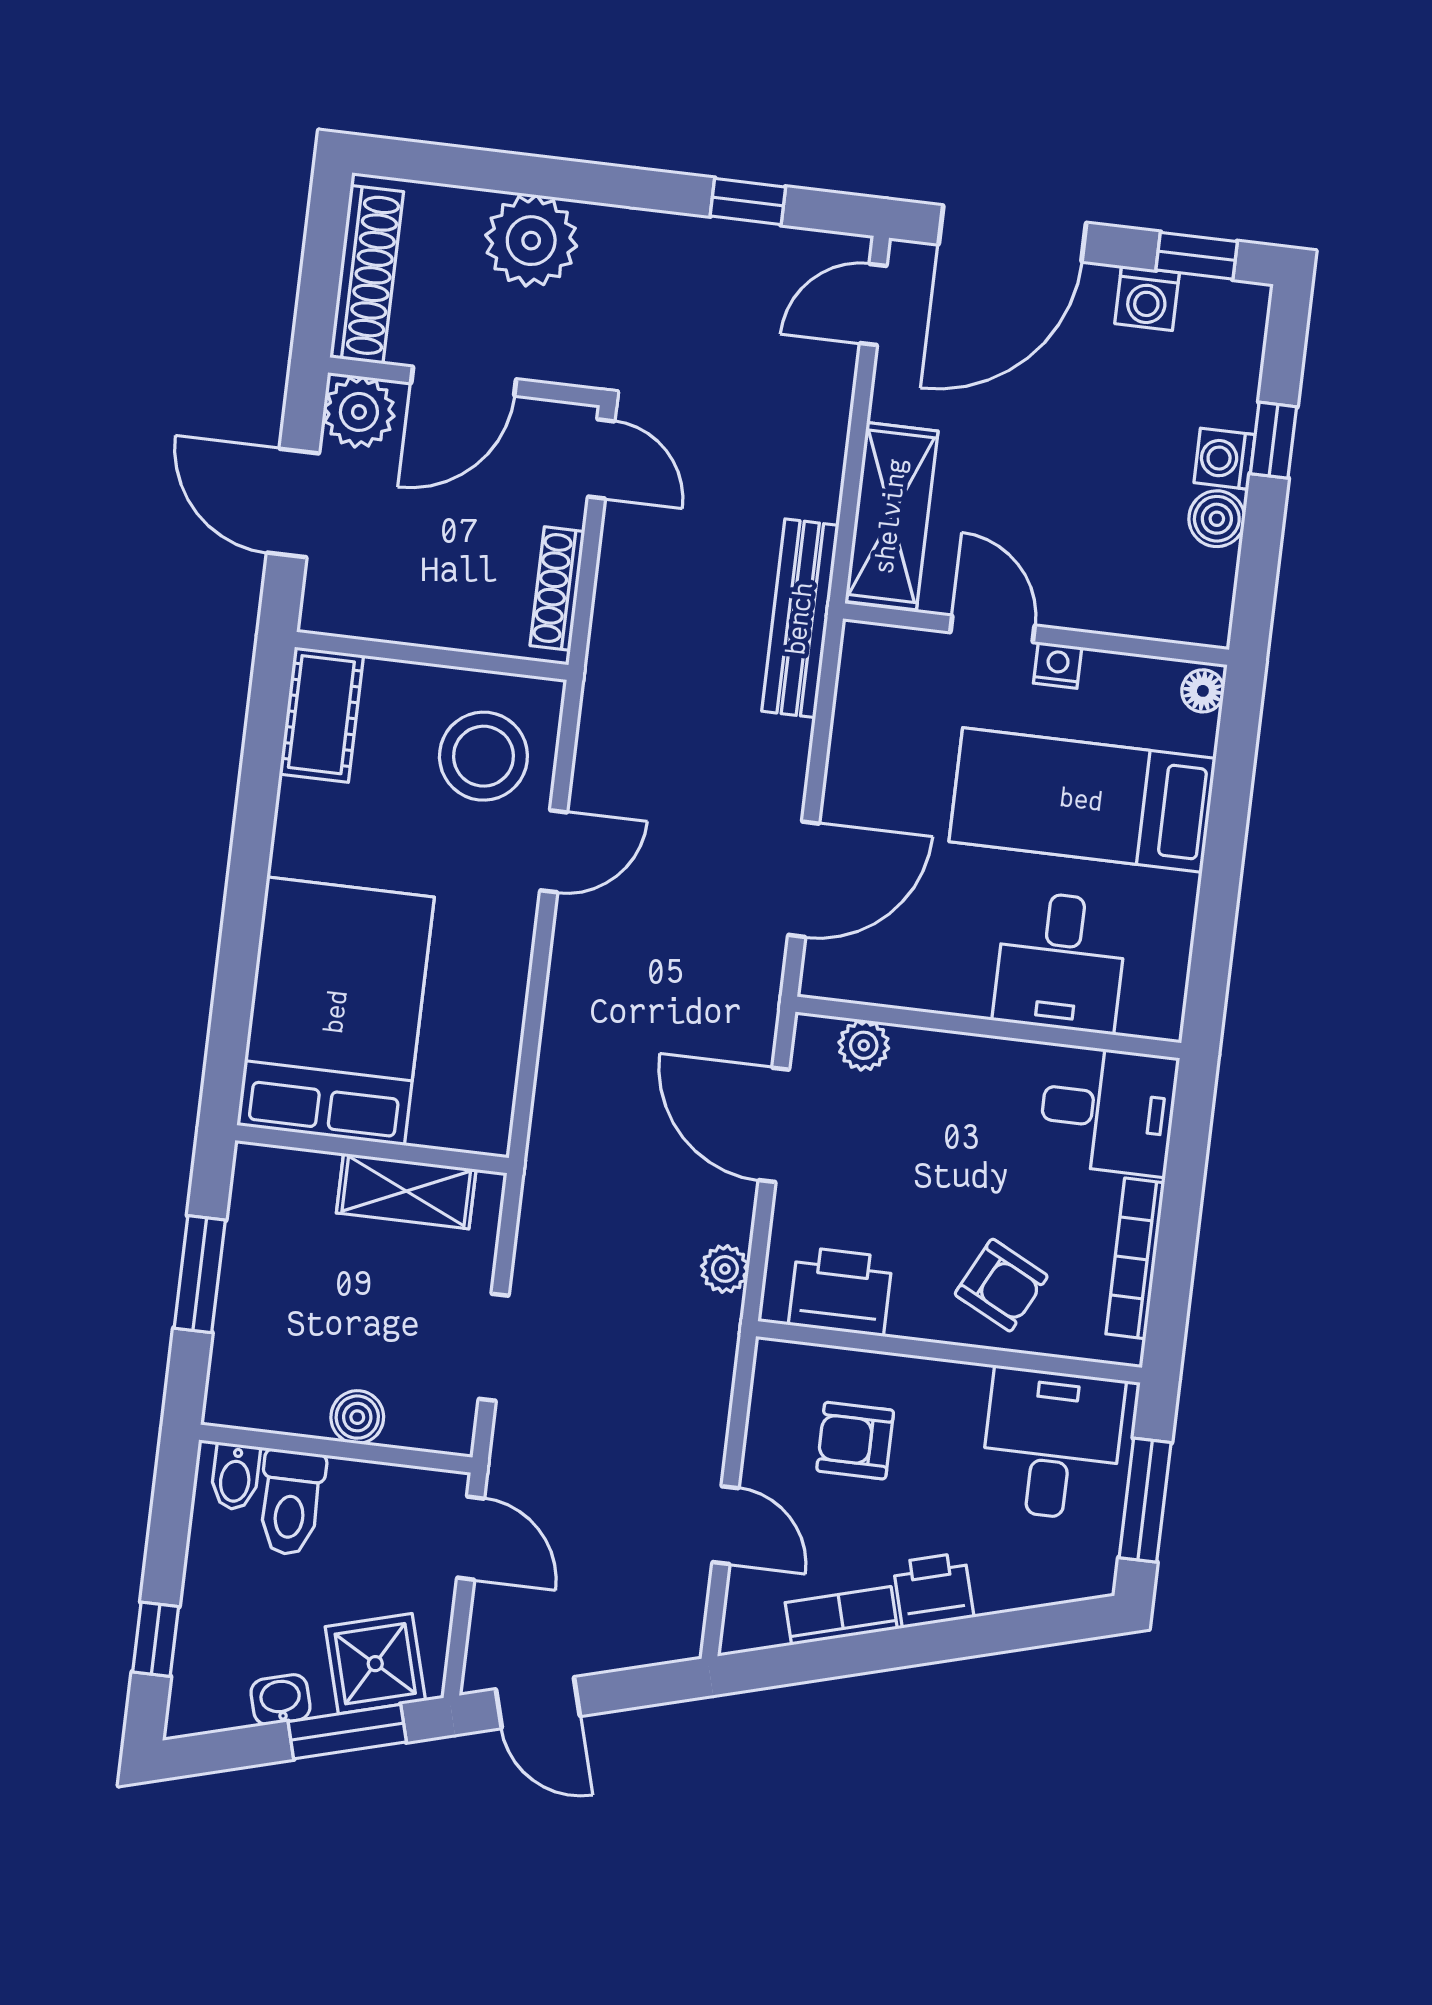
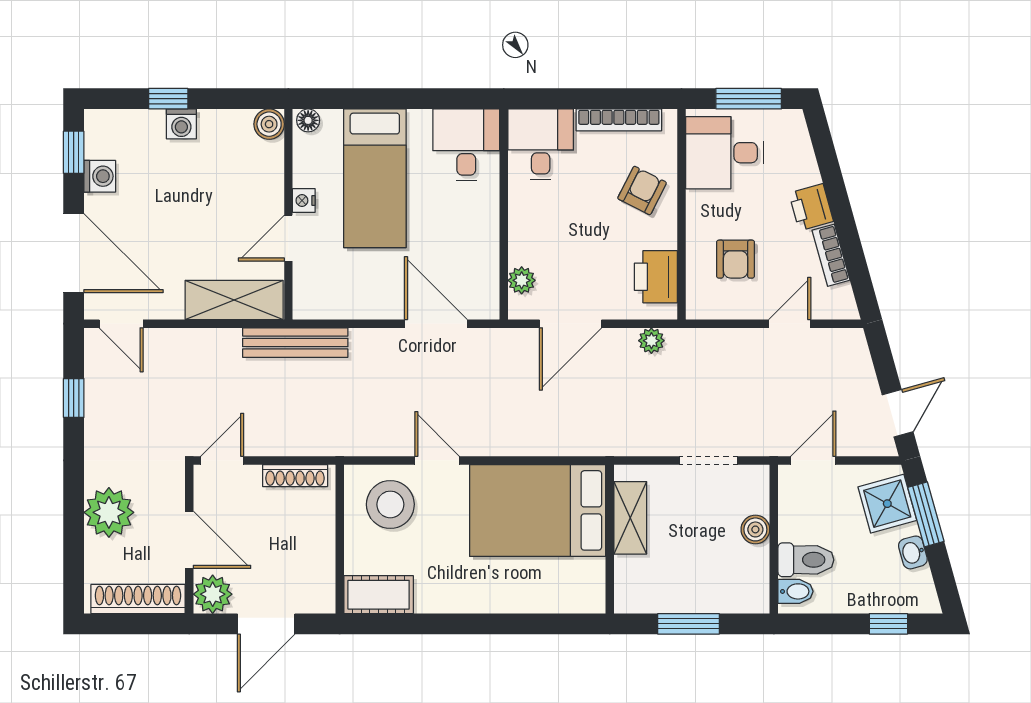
boiler: (1217, 519) -> (269, 124), moved
desk: (1061, 962) -> (466, 145), moved, turned -90
bed: (336, 1011) -> (538, 510), moved

